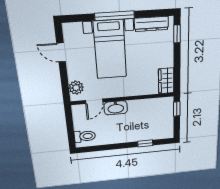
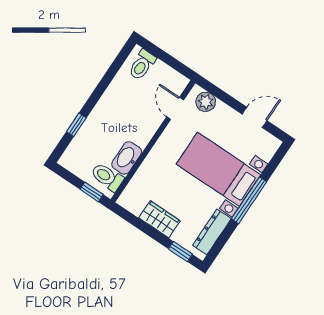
wardrobe: (166, 81) -> (159, 219), moved
toilet: (162, 107) -> (107, 177), added
washbasin: (116, 108) -> (127, 158), moved

